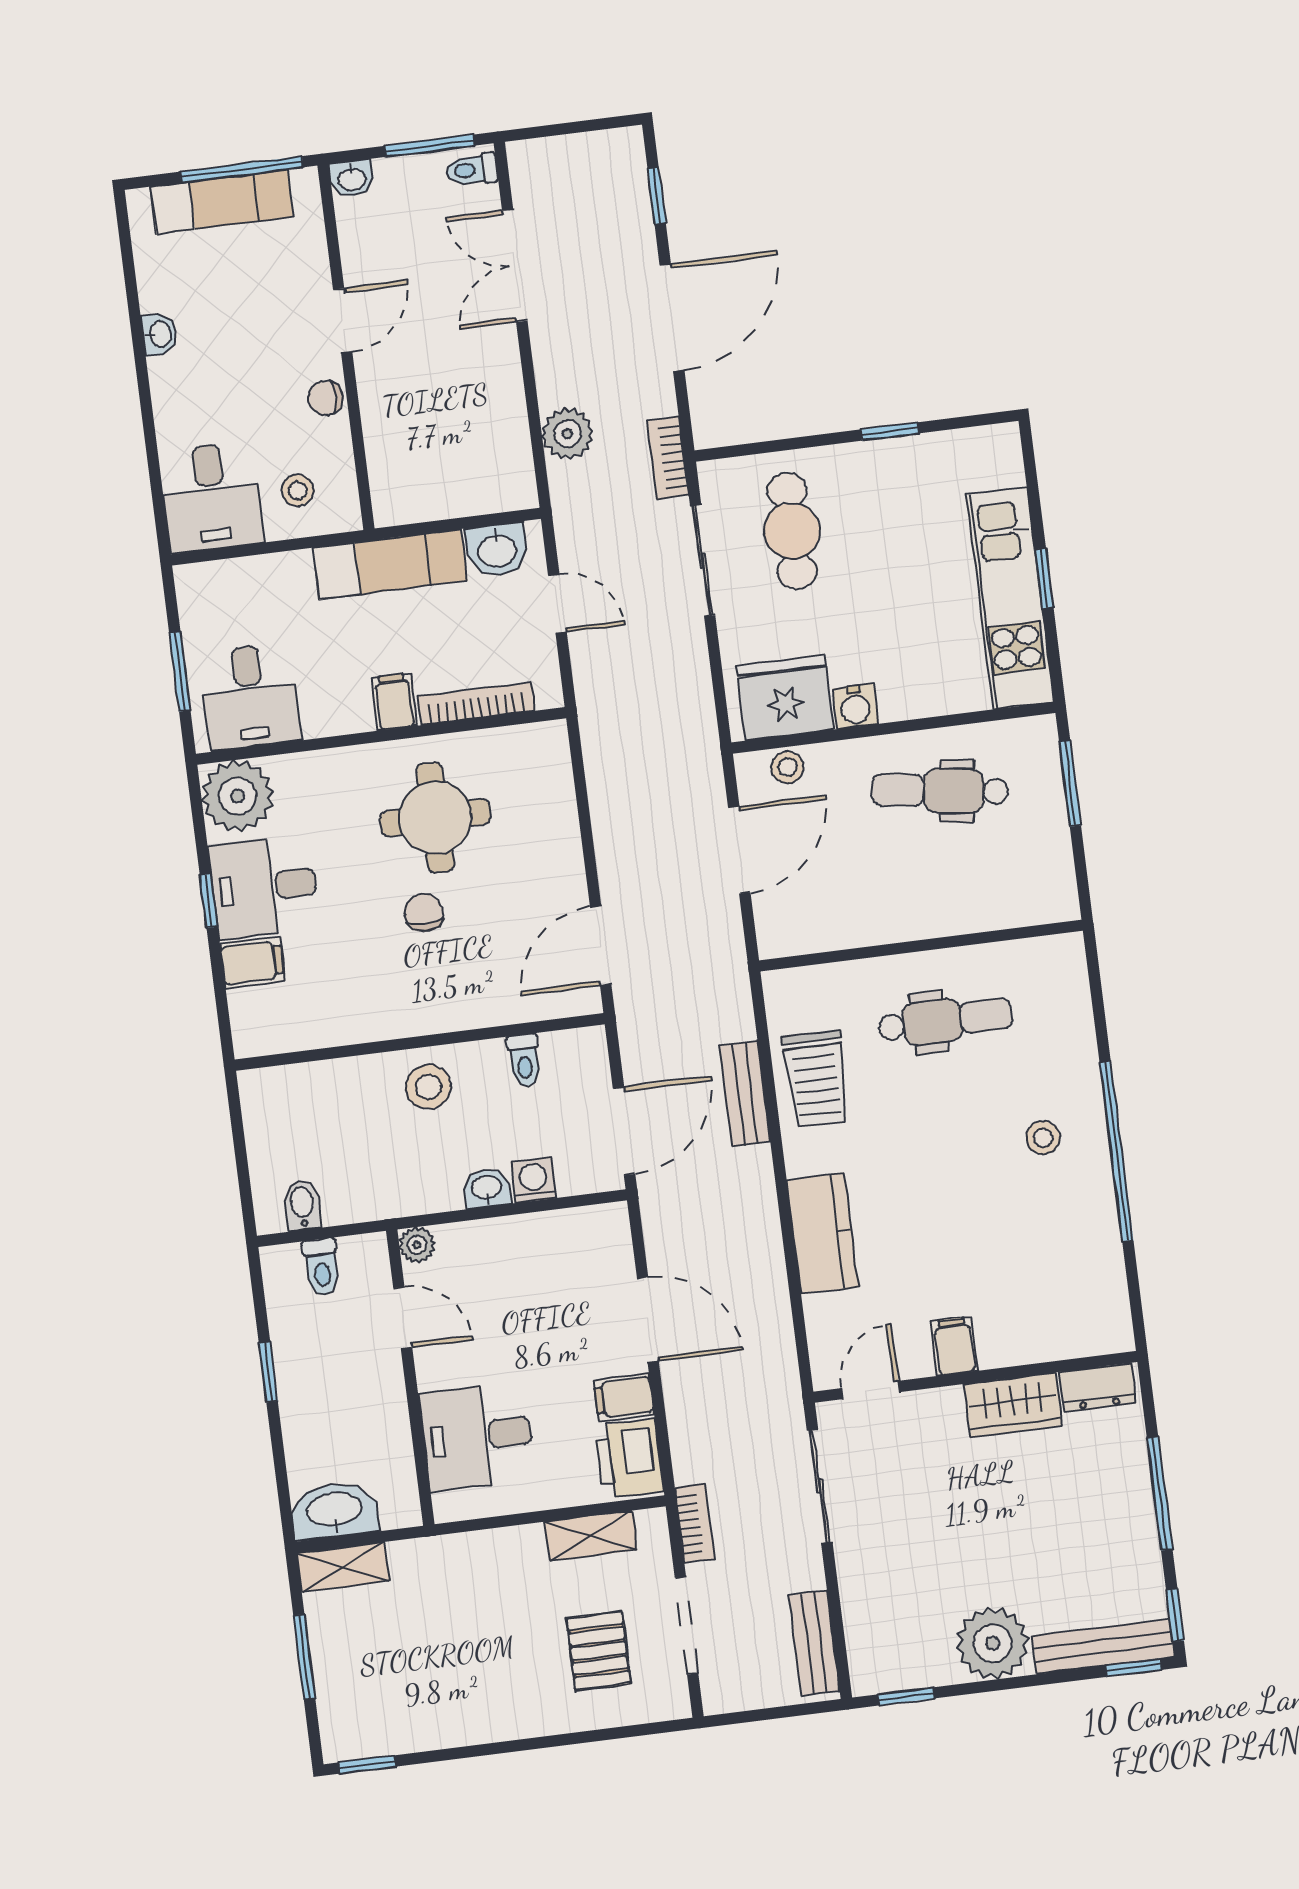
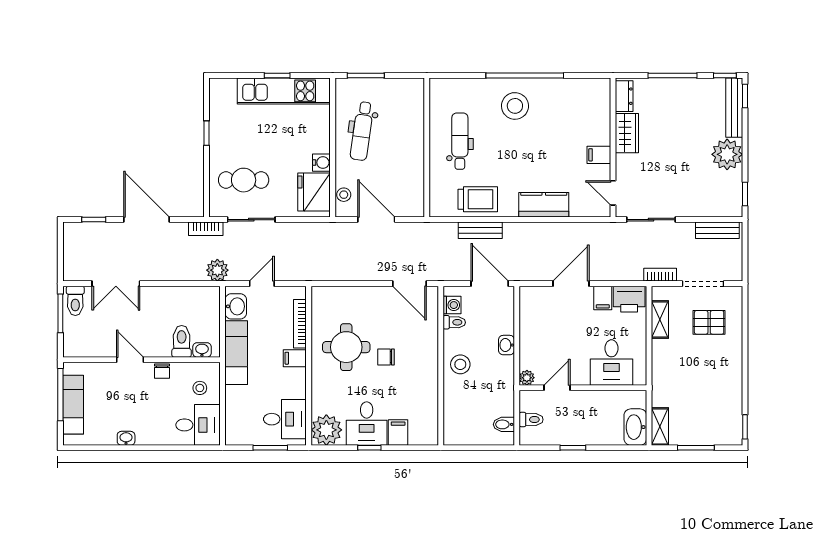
toilet: (472, 170) -> (75, 301), width x1.37, depth x1.39
washbasin: (352, 179) -> (202, 350), moved, turned -90
plant: (568, 434) -> (217, 270), moved
toilet: (400, 435) -> (182, 341), added
stool: (1043, 1138) -> (515, 106), width x1.89, depth x1.89
washing machine: (533, 1180) -> (452, 305), moved, turned 180

